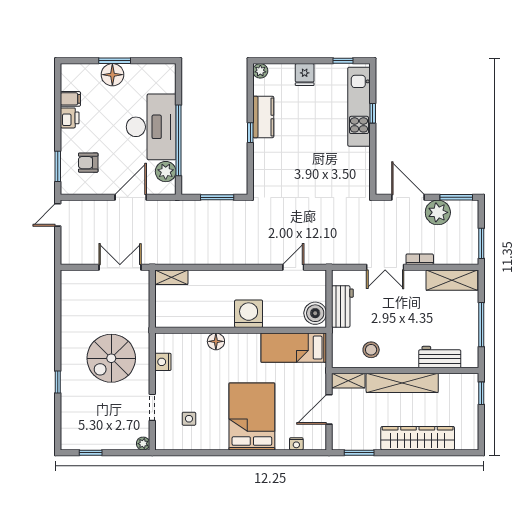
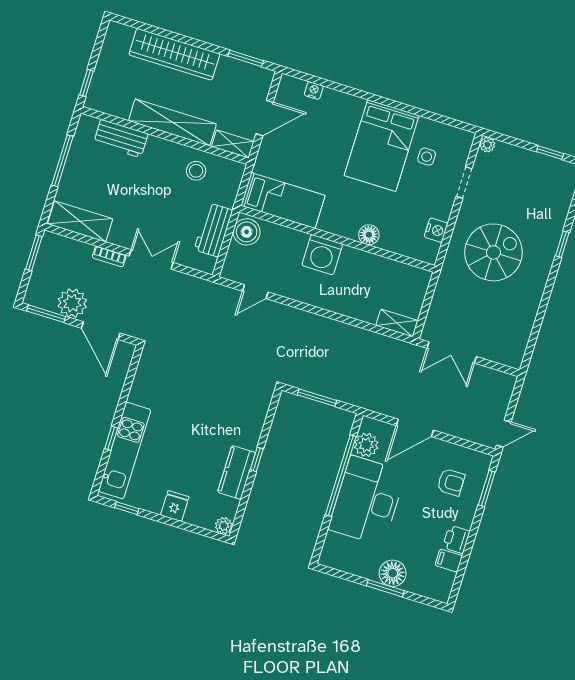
bed: (252, 416) -> (382, 145), moved

